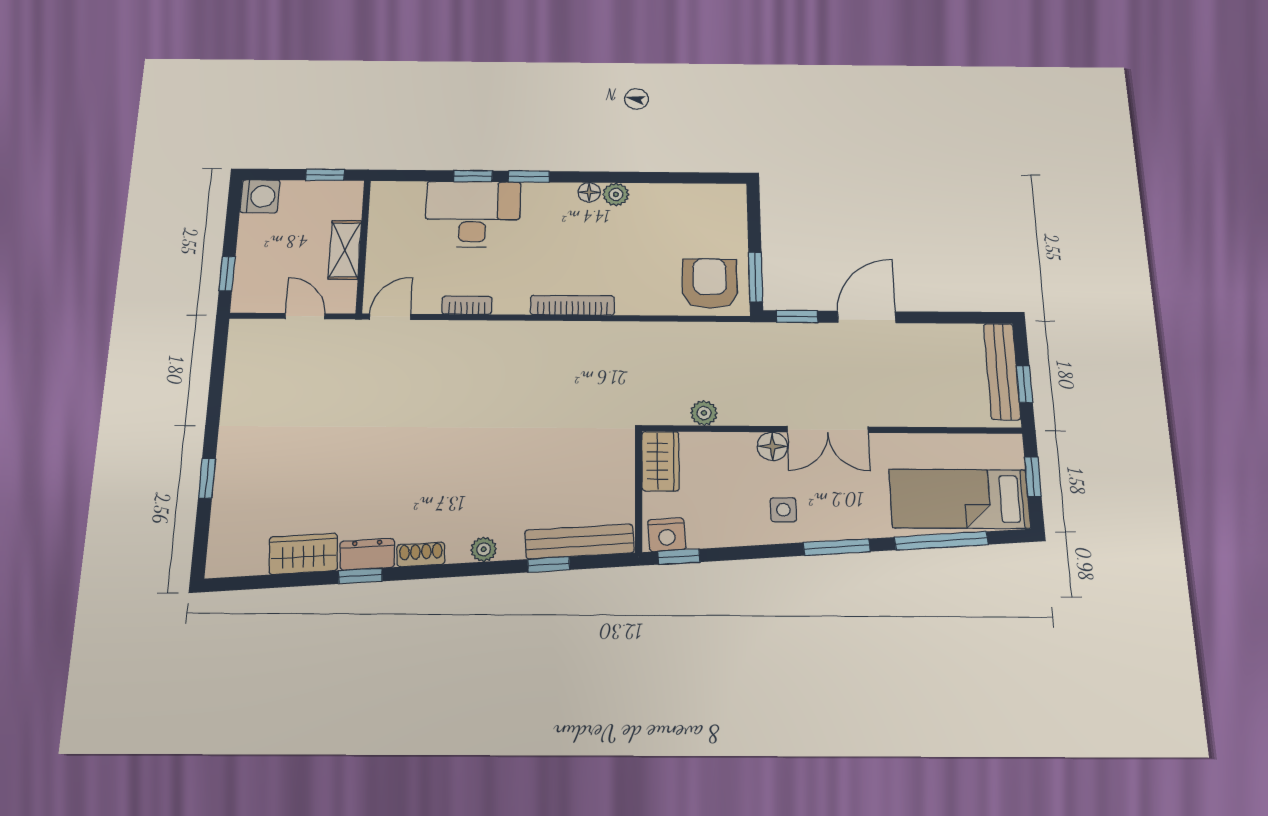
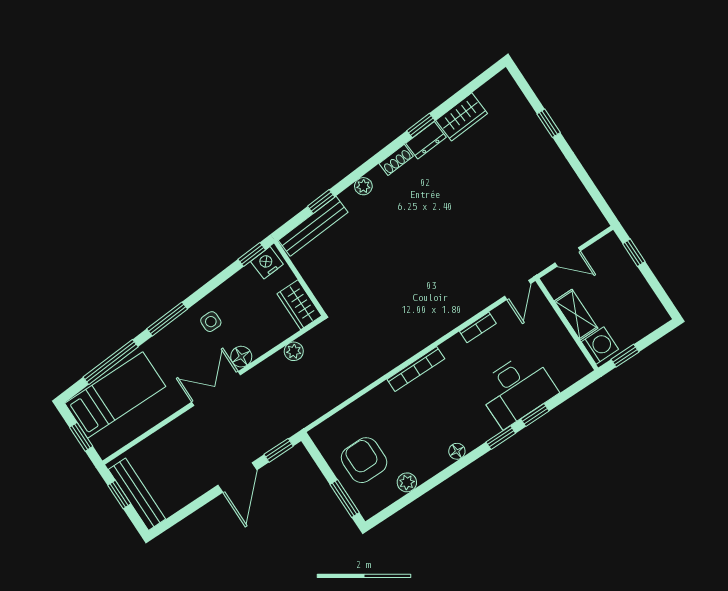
plant: (616, 194) -> (407, 482), moved
washing machine: (260, 196) -> (600, 346), moved, turned 180
window: (756, 277) -> (345, 498), moved
armchair: (710, 284) -> (364, 460), moved, turned 180

